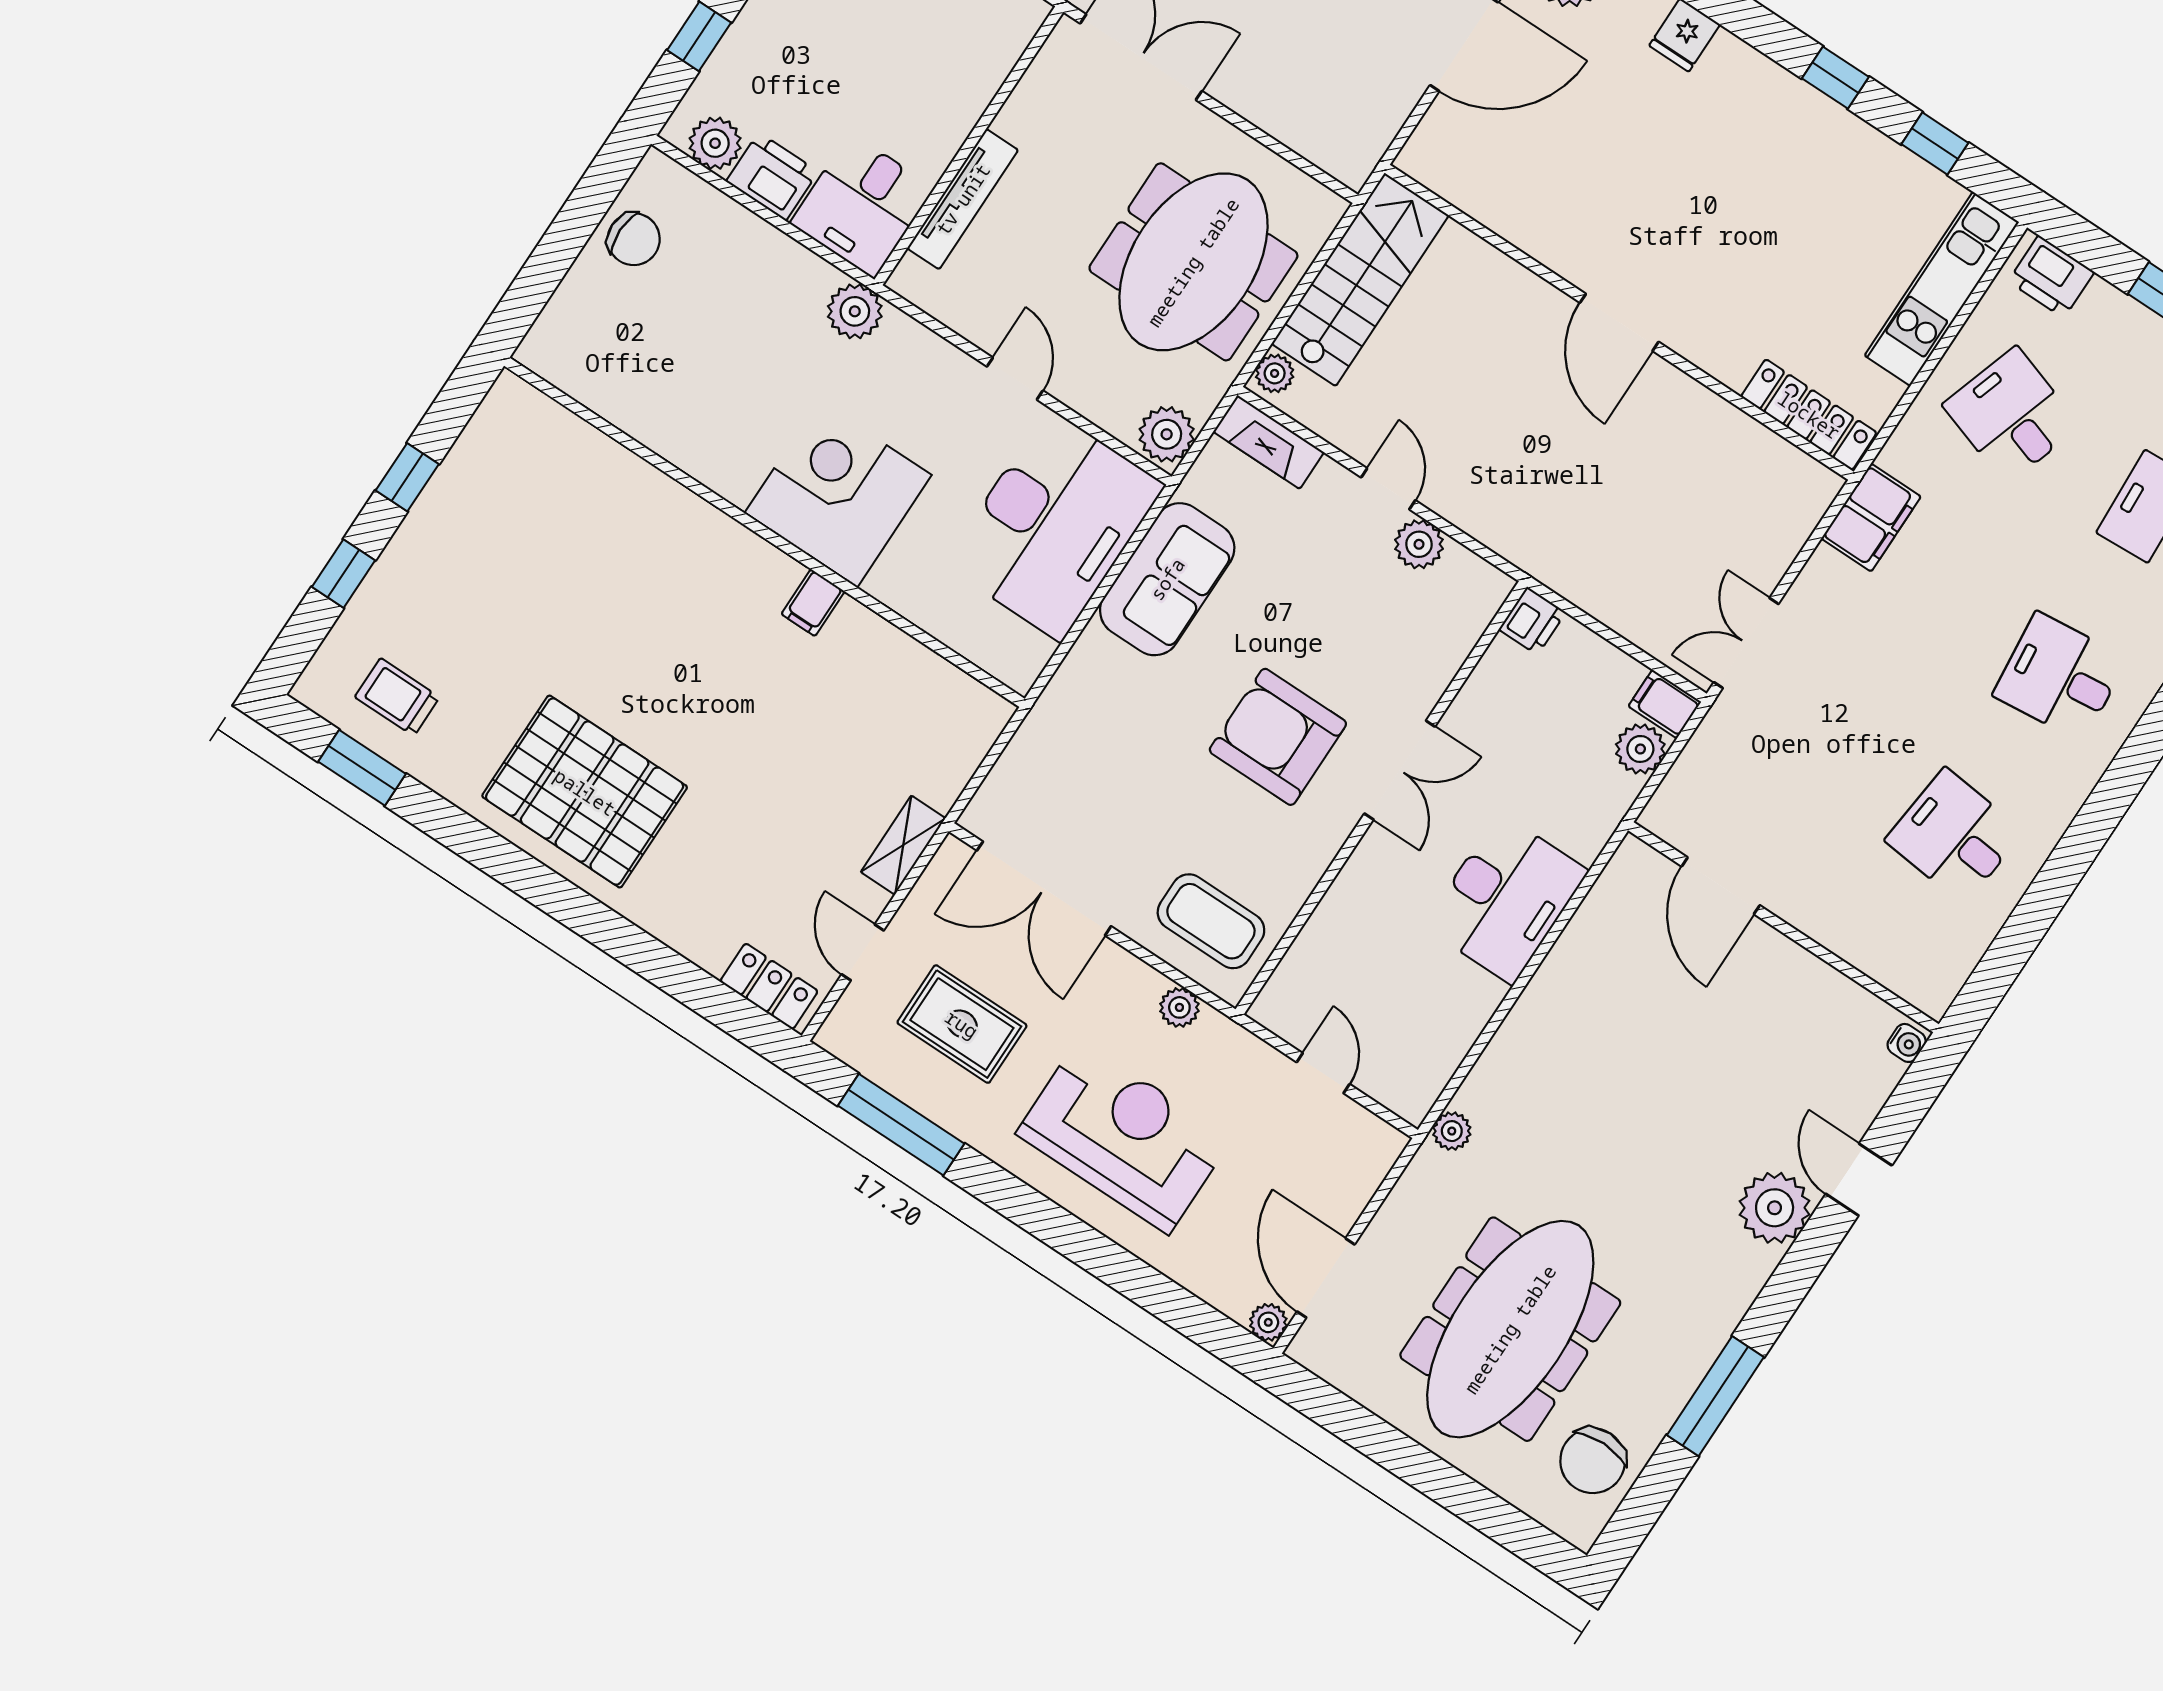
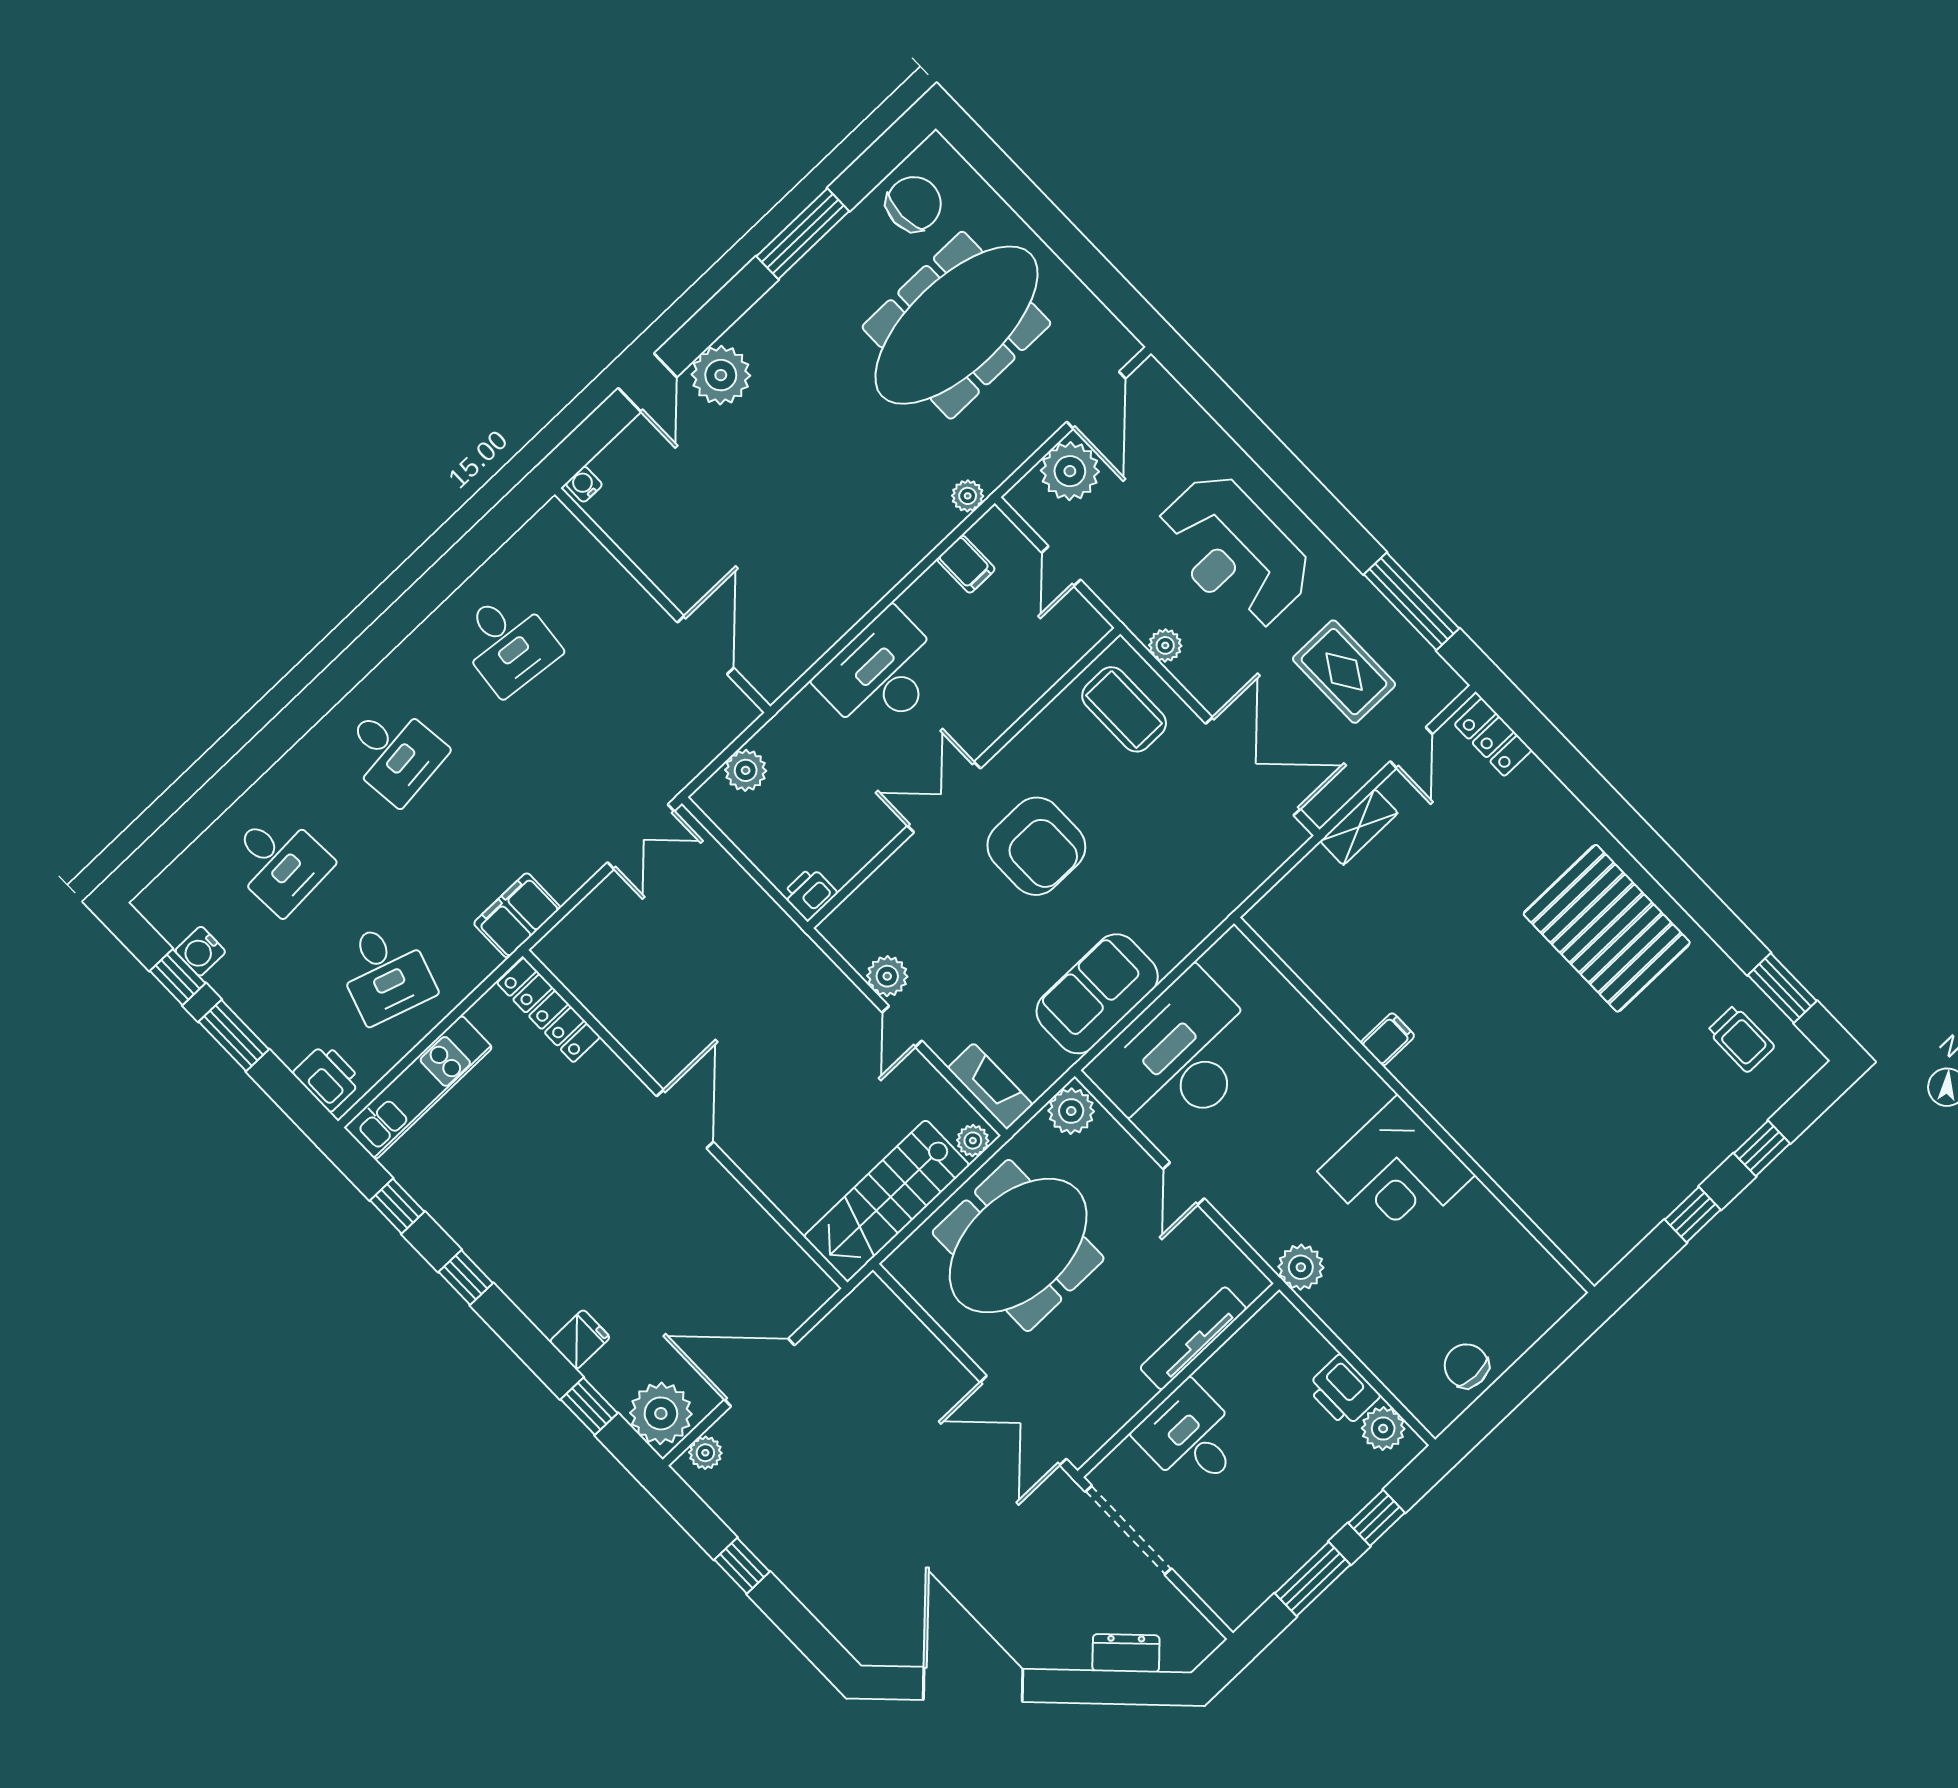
desk: (862, 206) -> (1191, 1437), moved, turned -90
corner desk: (838, 494) -> (1396, 1173), moved
filing cabinet: (1665, 704) -> (966, 564), moved
plant: (1268, 1322) -> (1070, 471), moved, width x1.87, depth x1.87

